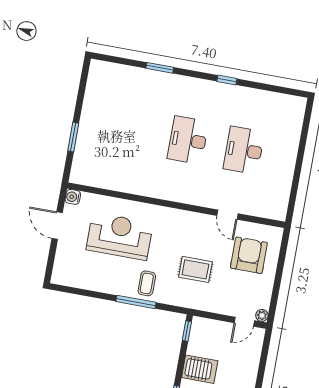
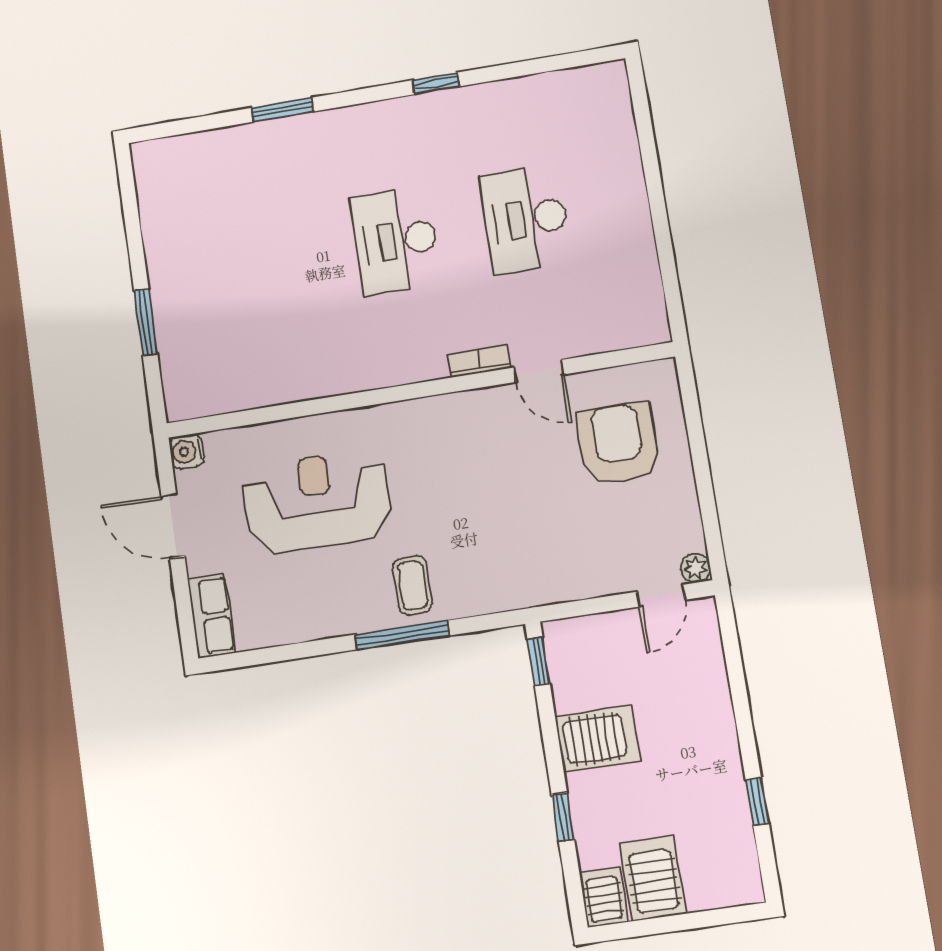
bookcase: (205, 202) -> (479, 361), added
row of seats: (61, 268) -> (212, 616), added
rug: (195, 269) -> (510, 517), removed

